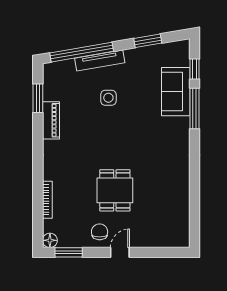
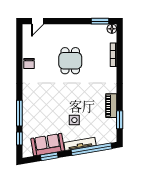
sofa: (176, 92) -> (48, 145), moved, turned -100
chair: (100, 232) -> (29, 63), moved
door: (120, 252) -> (38, 21), moved

